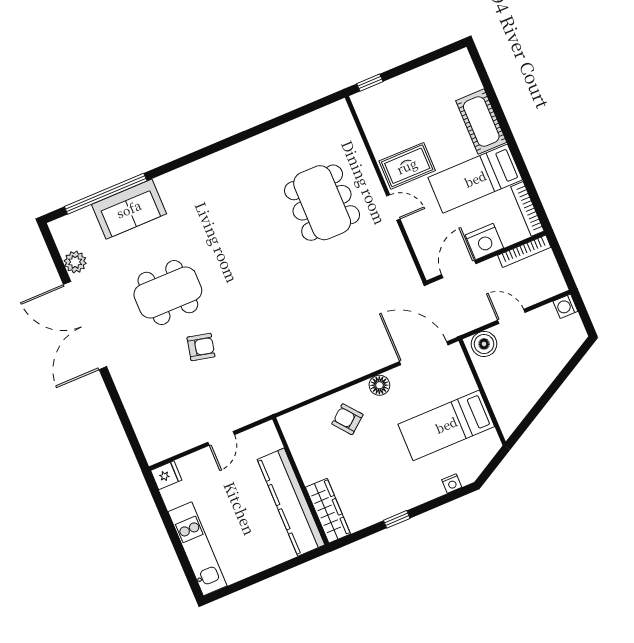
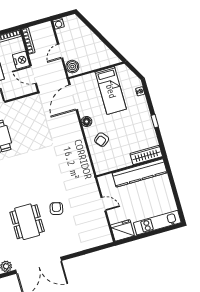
fridge: (166, 475) -> (122, 230), width x1.88, depth x1.34

